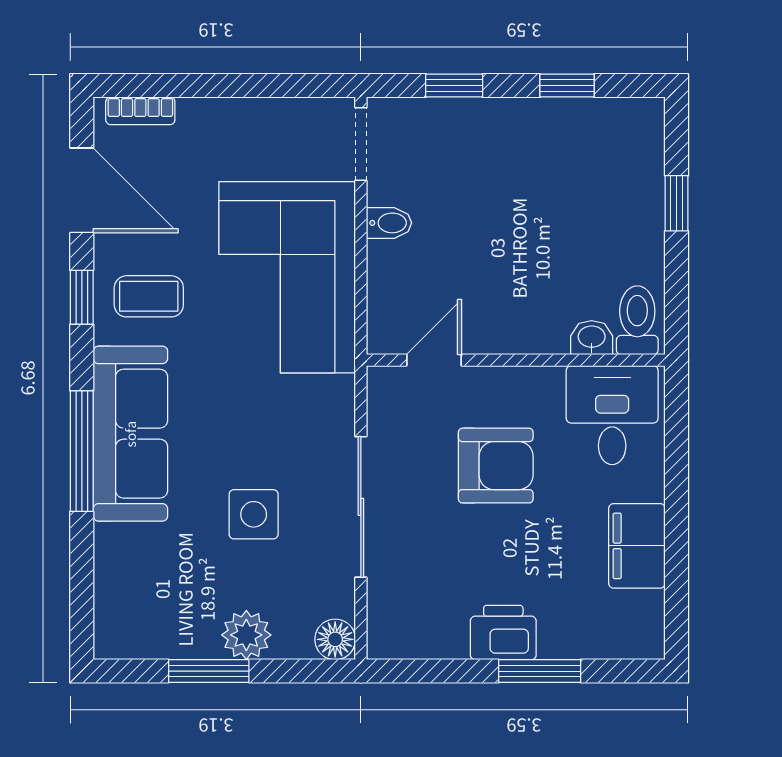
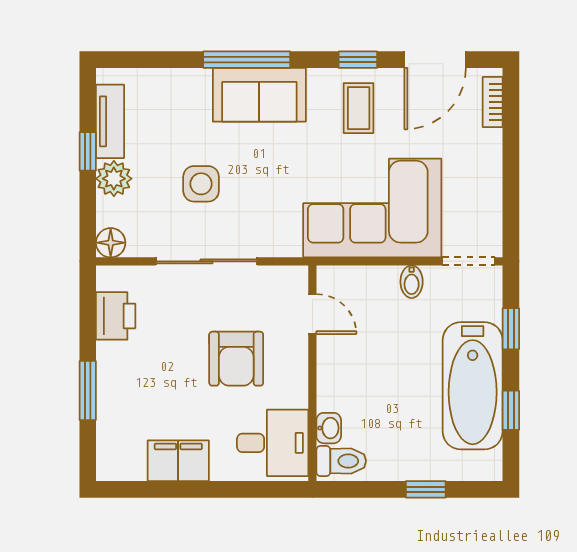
bathtub: (533, 138) -> (473, 386), added
sofa: (130, 434) -> (259, 95), width x0.73
printer: (503, 633) -> (116, 316), moved
tv unit: (167, 640) -> (110, 121), added
window: (209, 671) -> (88, 151), width x0.67

